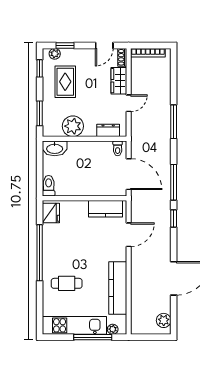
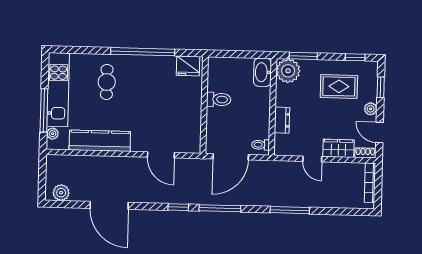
plant: (55, 54) -> (371, 109), moved
plant: (73, 126) -> (288, 71), moved
dresser: (108, 130) -> (282, 120), moved
toilet: (49, 186) -> (219, 99), moved
kitchen counter: (106, 209) -> (191, 129), removed

